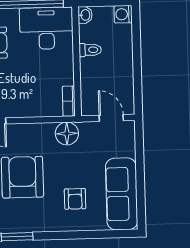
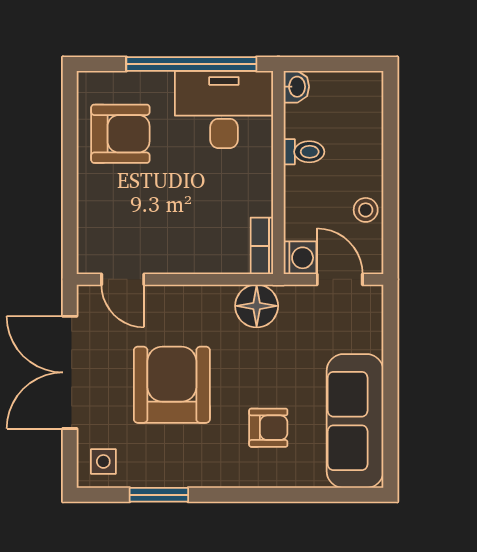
washing machine: (123, 14) -> (300, 258), moved, turned 180
stool: (124, 80) -> (366, 210), added
armchair: (75, 199) -> (268, 428), turned -90

